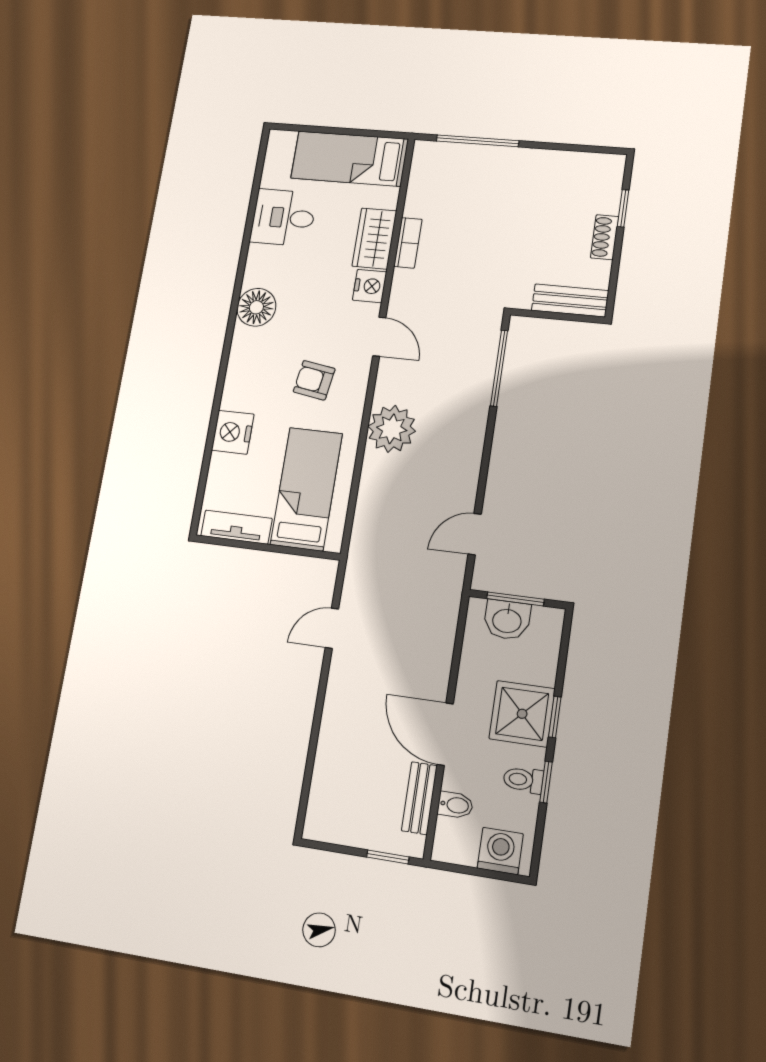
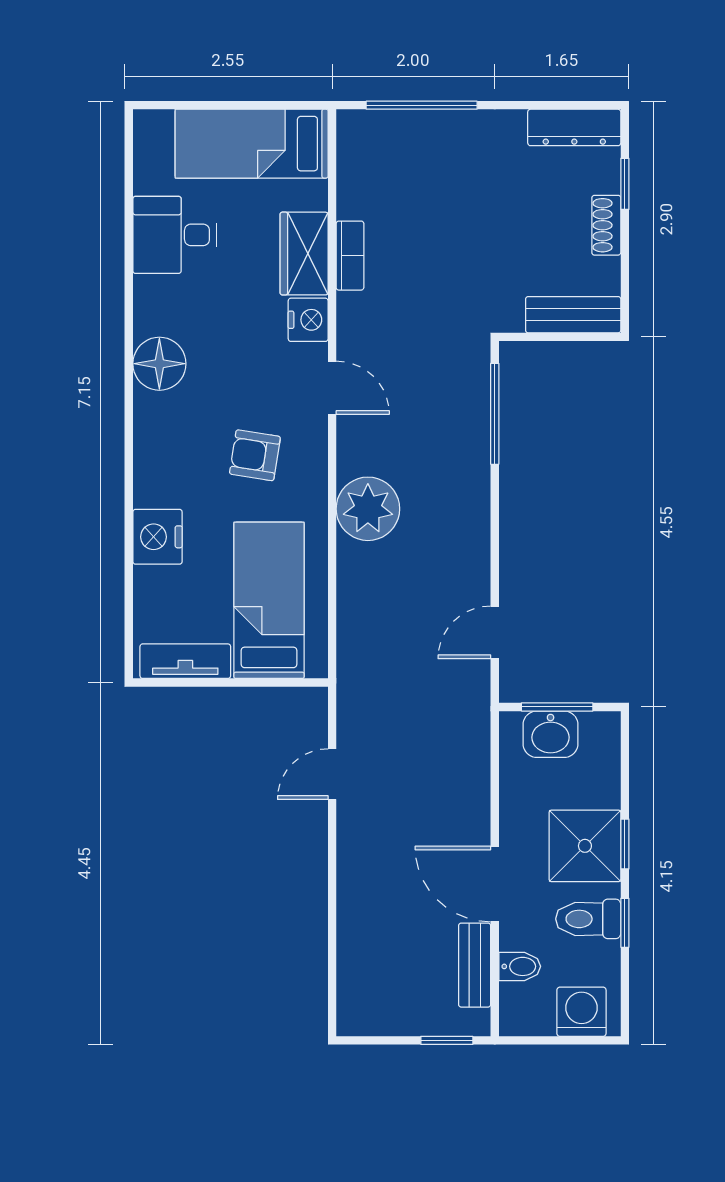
dresser: (590, 165) -> (574, 127), added
toilet: (523, 780) -> (588, 919), width x1.37, depth x1.39

